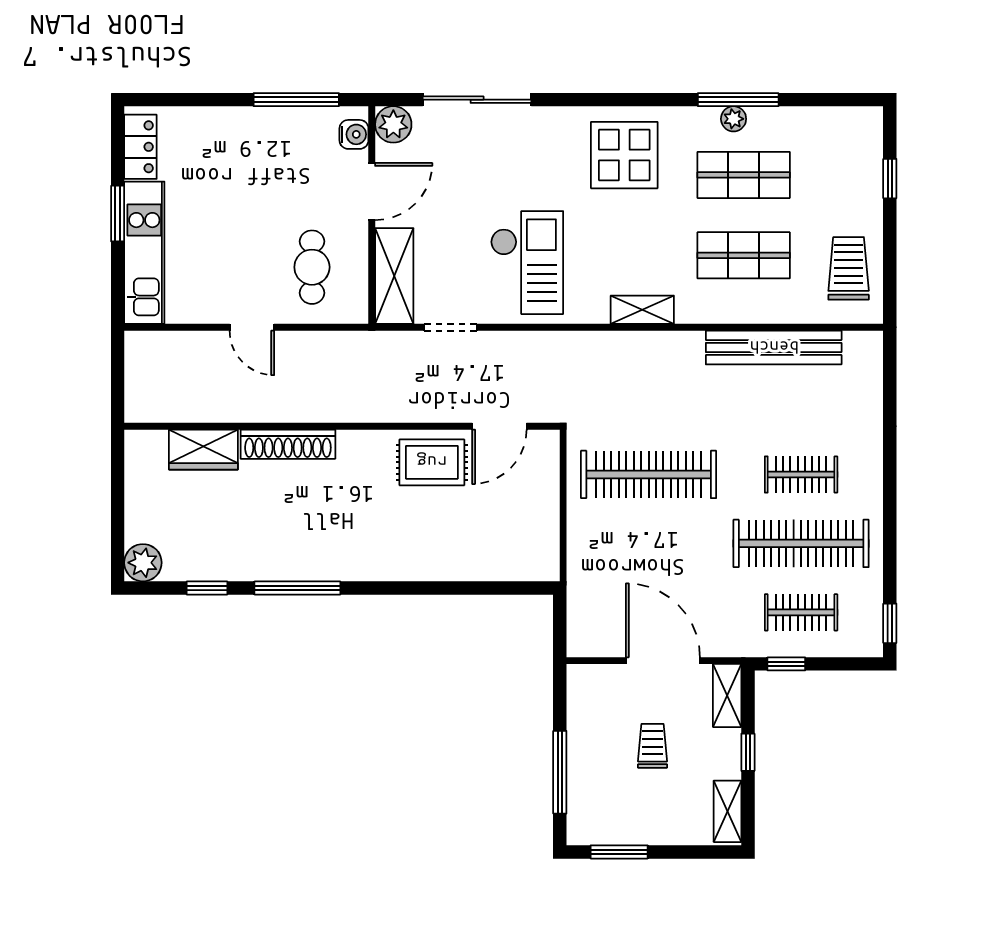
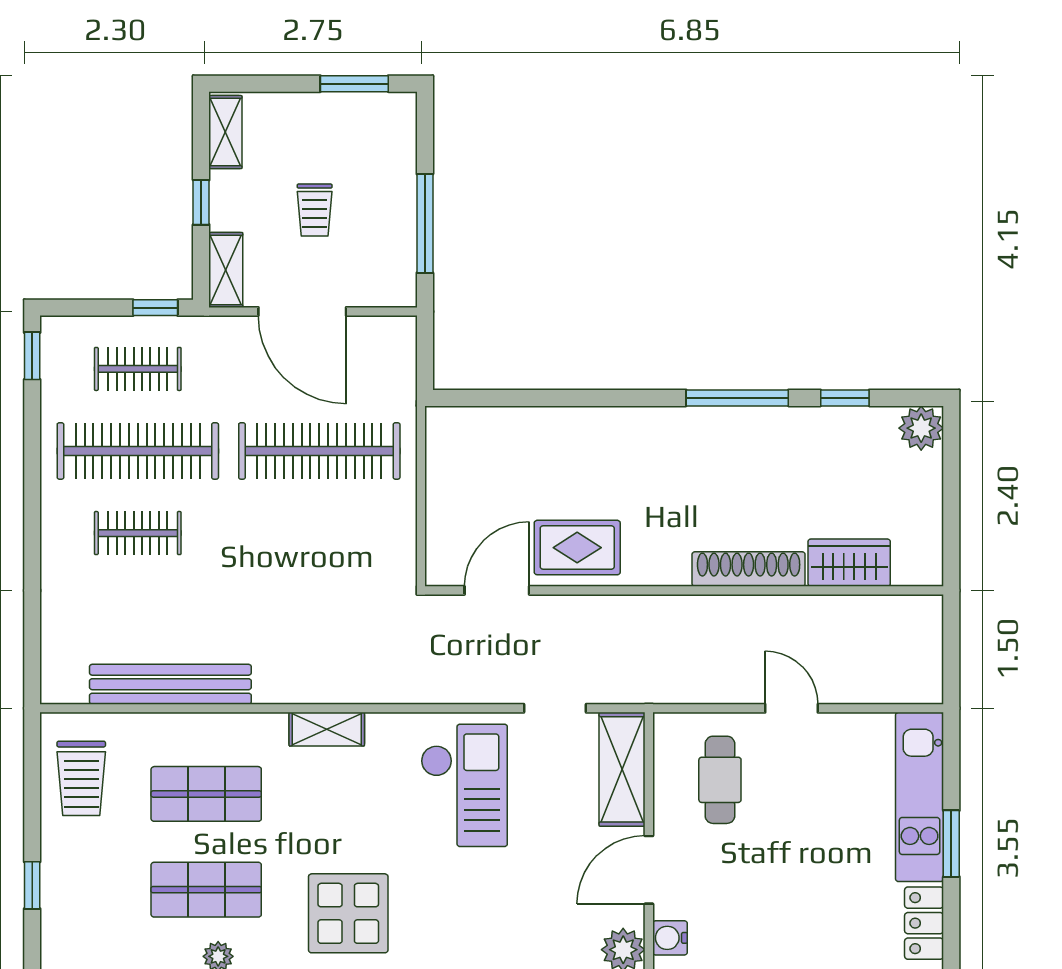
checkout: (527, 263) -> (464, 785), turned 180
clothes rail: (649, 474) -> (319, 451), moved
window: (560, 772) -> (425, 223), moved

